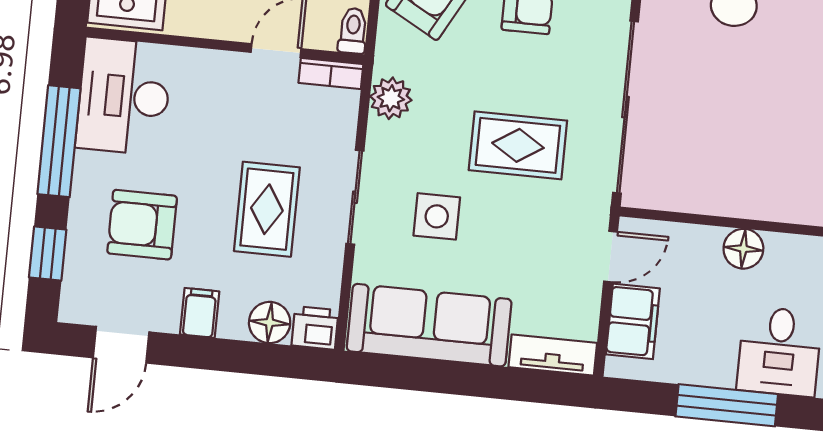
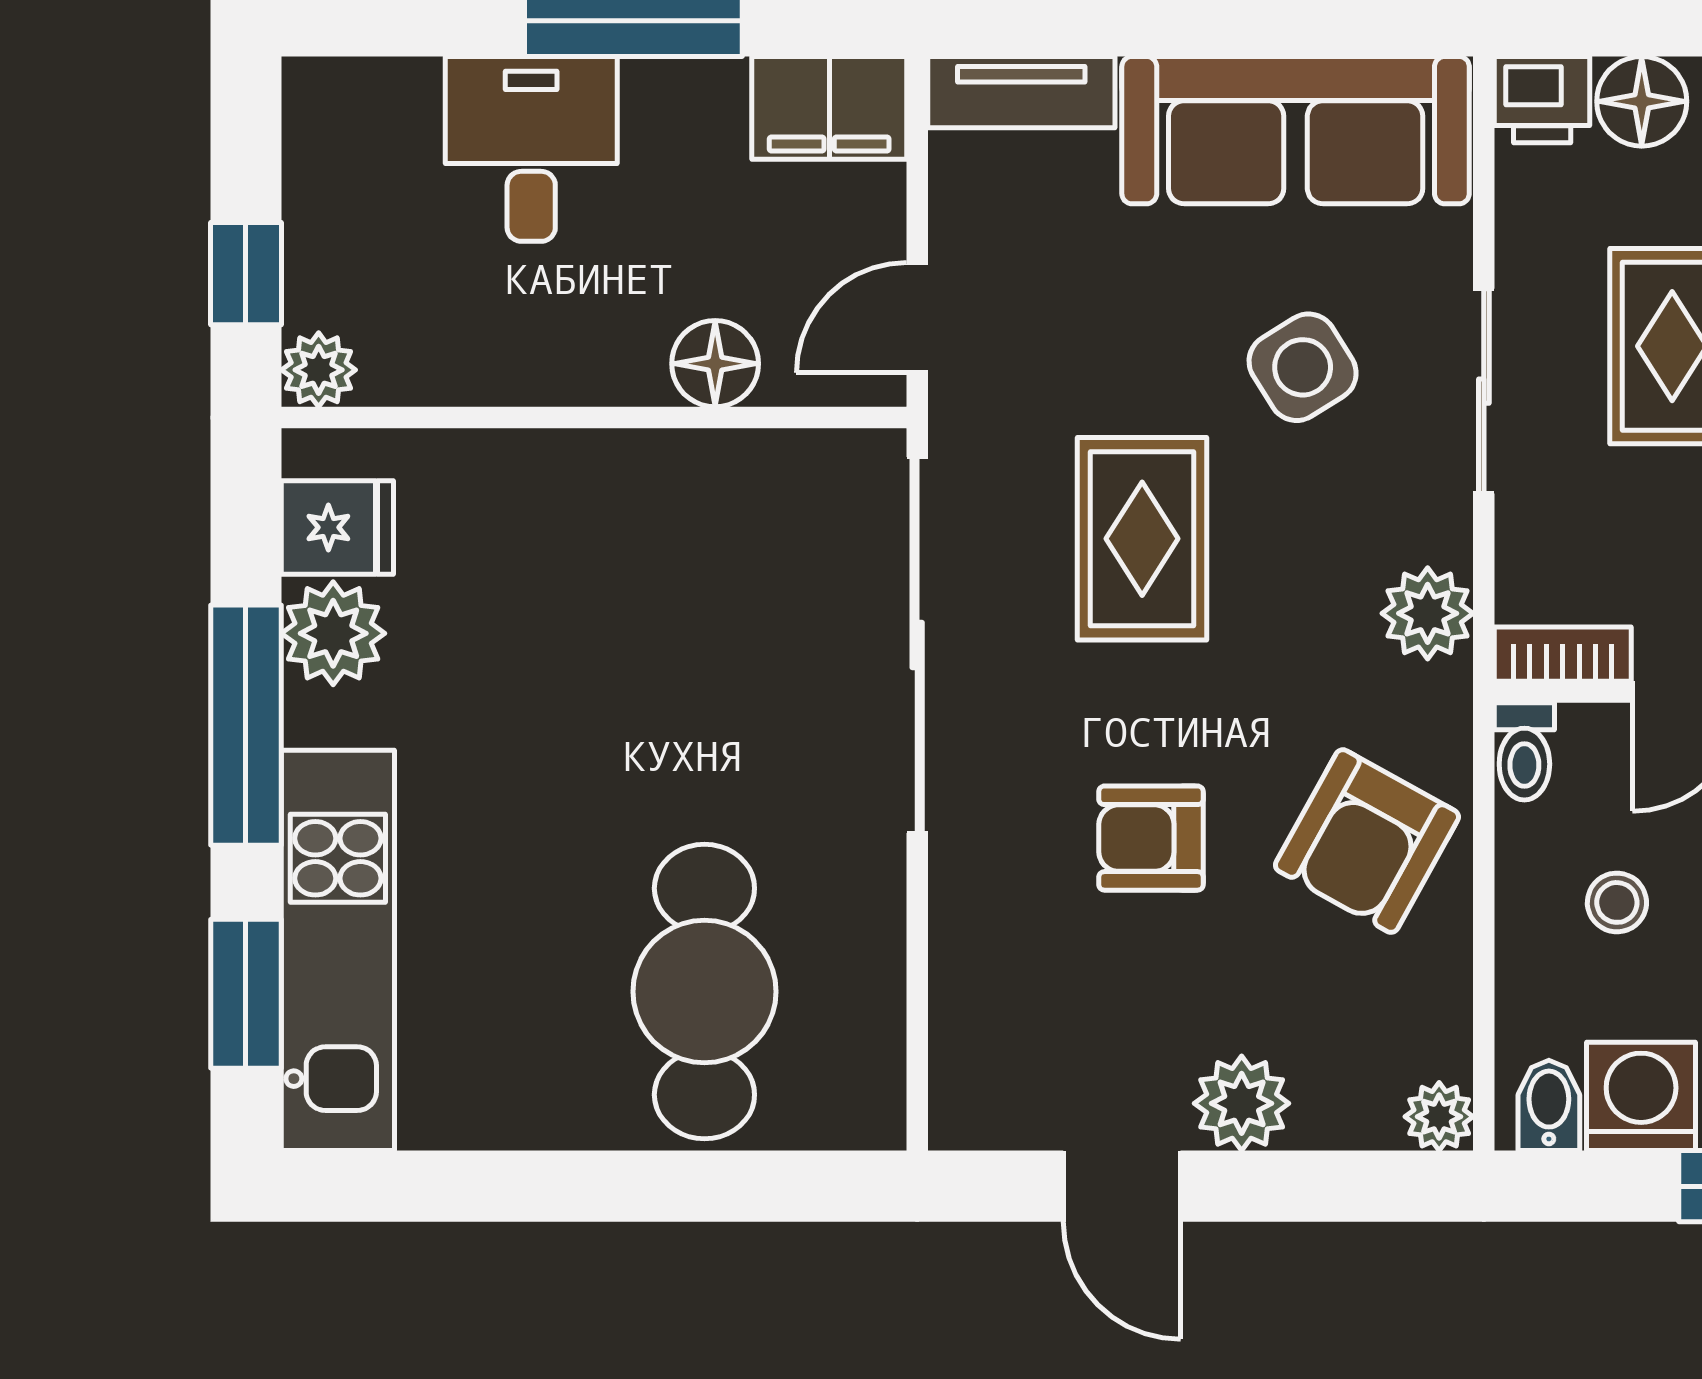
rug: (518, 145) -> (1142, 539), turned 90
side table: (437, 216) -> (1303, 367), turned -32
floor lamp: (743, 249) -> (715, 364), moved
filing cabinet: (633, 321) -> (829, 108), moved, turned -90

